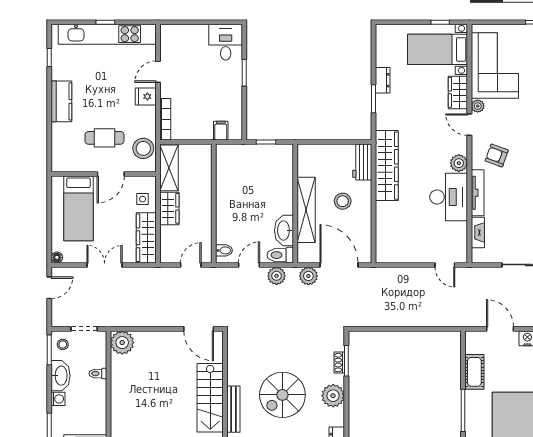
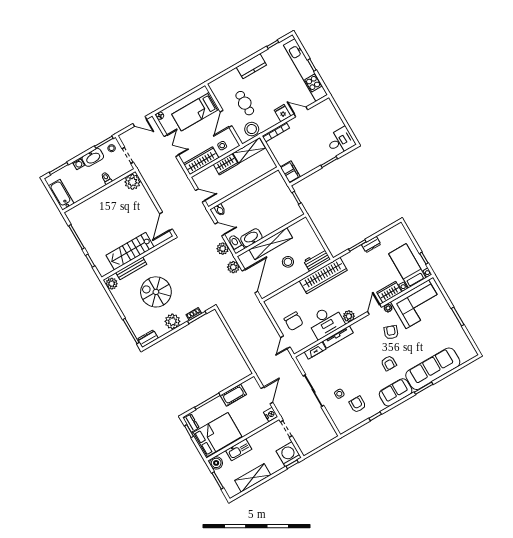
filing cabinet: (221, 131) -> (290, 172), width x2.00
armchair: (497, 155) -> (391, 332), moved
door: (111, 174) -> (226, 119), hinge flipped
chair: (424, 238) -> (294, 321), added

